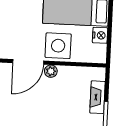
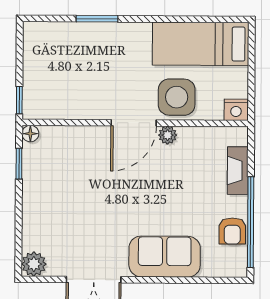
nightstand: (100, 35) -> (236, 110), moved, turned 90

